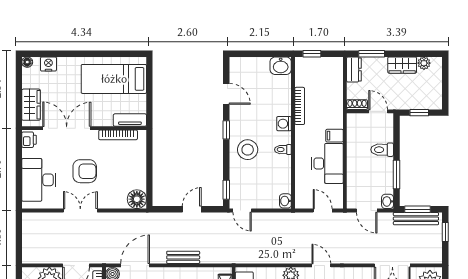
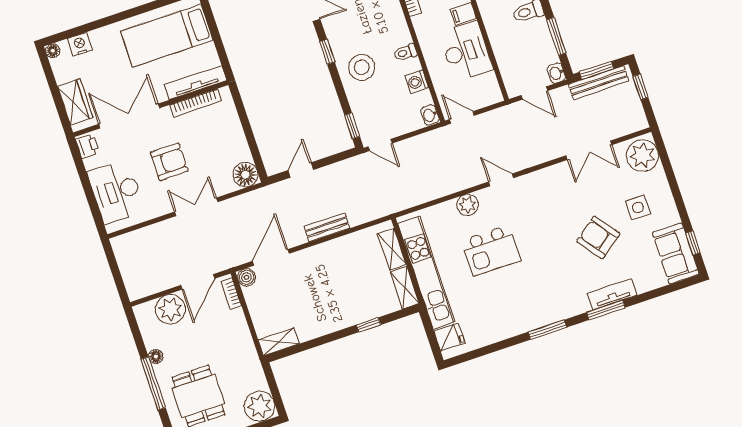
tv unit: (130, 120) -> (196, 82), width x1.41
washing machine: (284, 124) -> (417, 82), moved
door: (192, 209) -> (301, 170), moved
double door: (80, 210) -> (196, 207), moved
door: (323, 210) -> (462, 117), moved

